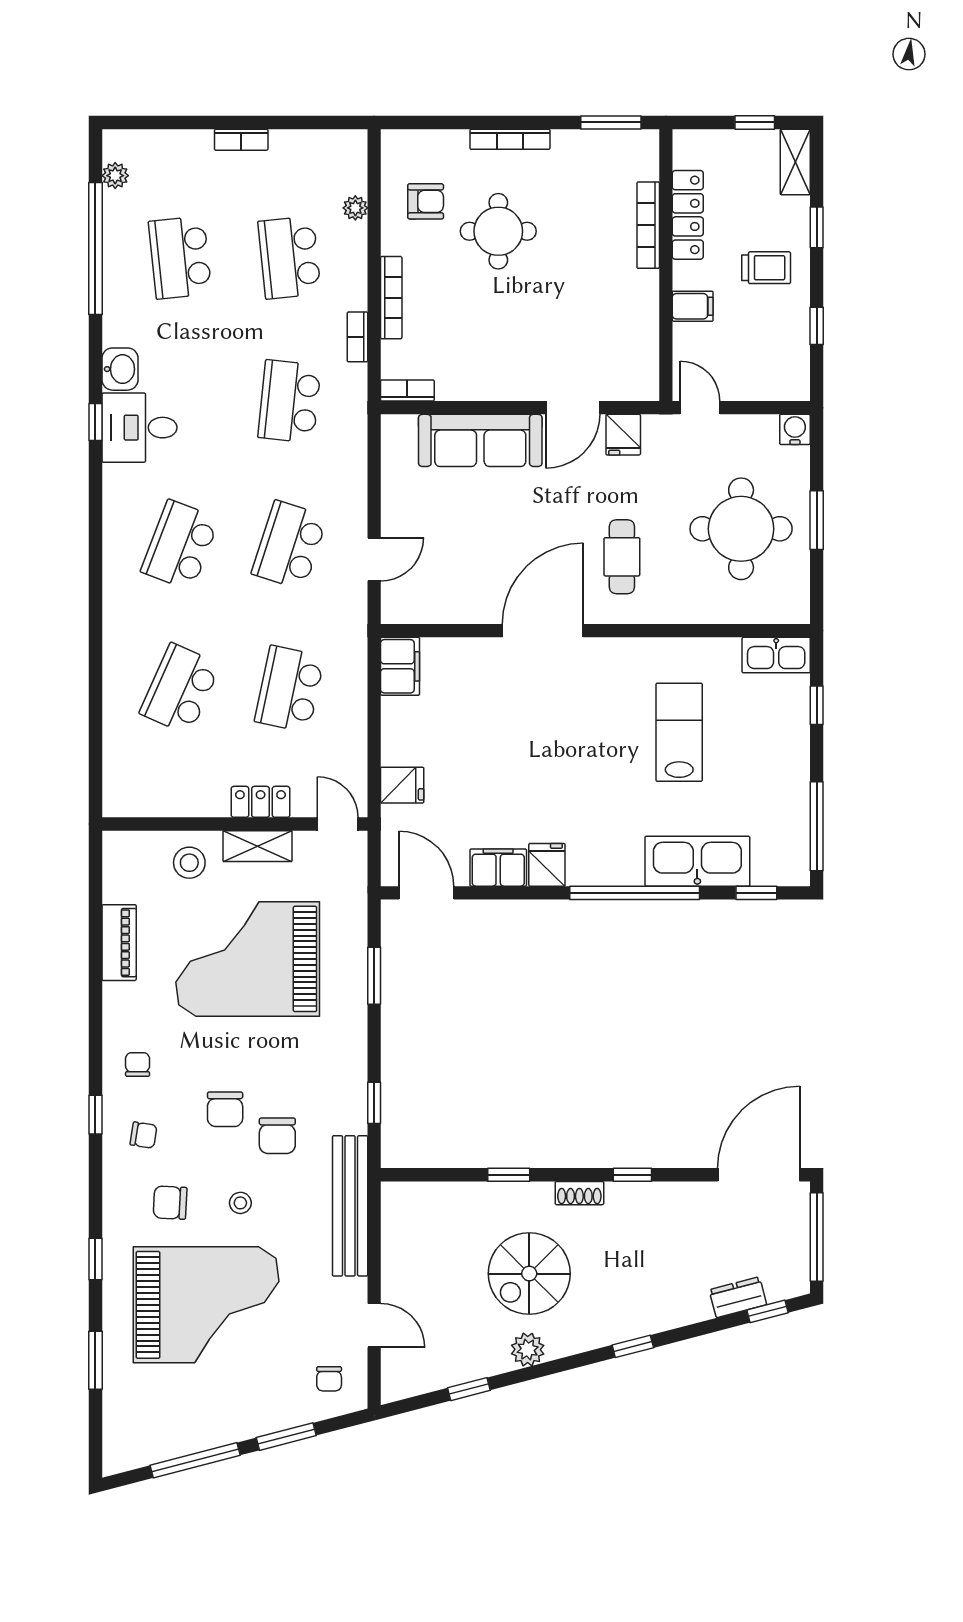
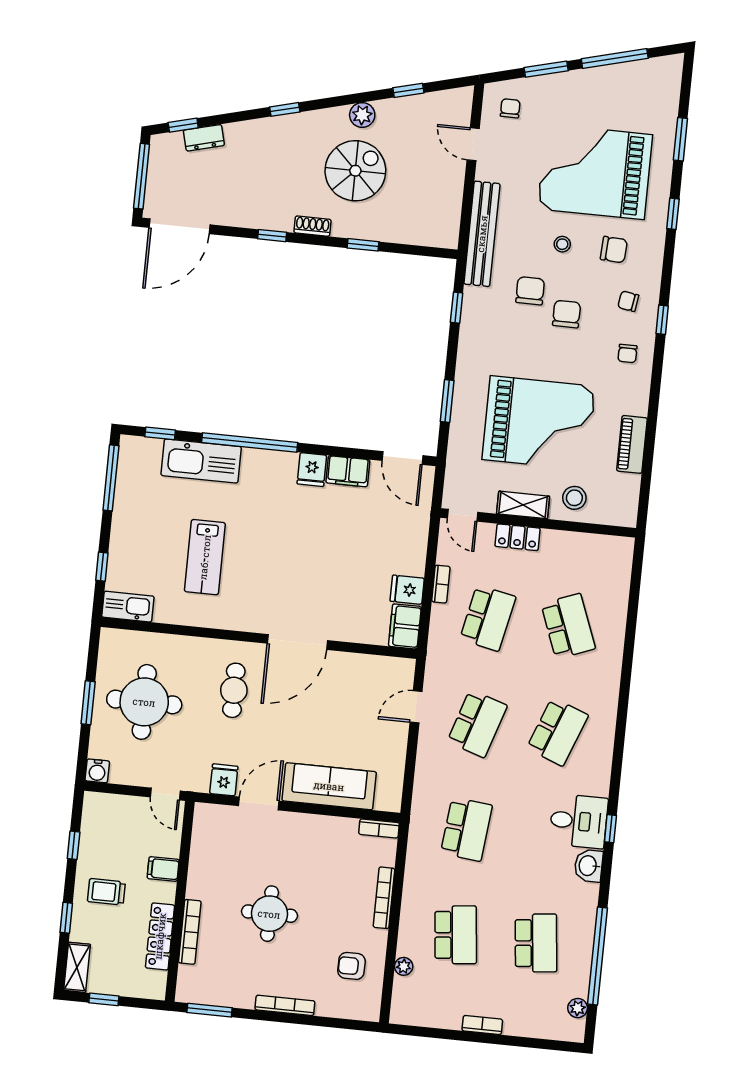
round table: (498, 231) -> (269, 914), moved
bookcase: (357, 337) -> (441, 584), moved
school desk: (180, 689) -> (568, 626), turned -45
fridge: (402, 785) -> (407, 590), moved

